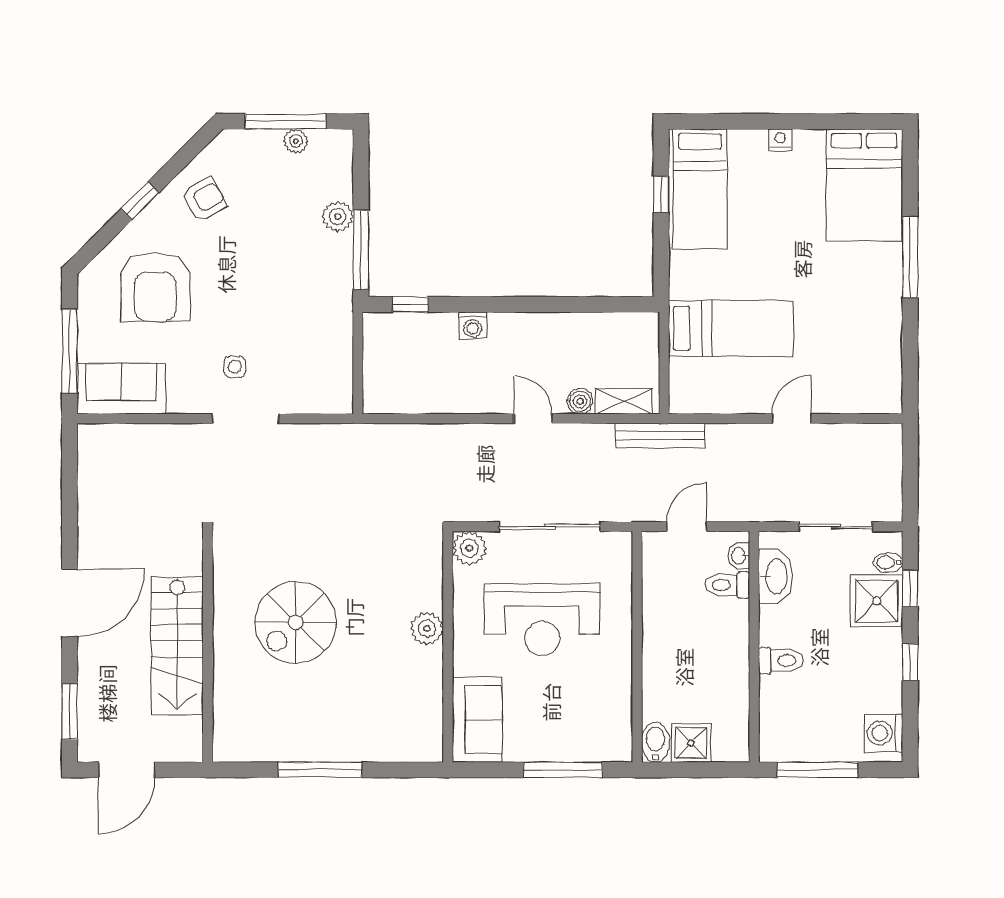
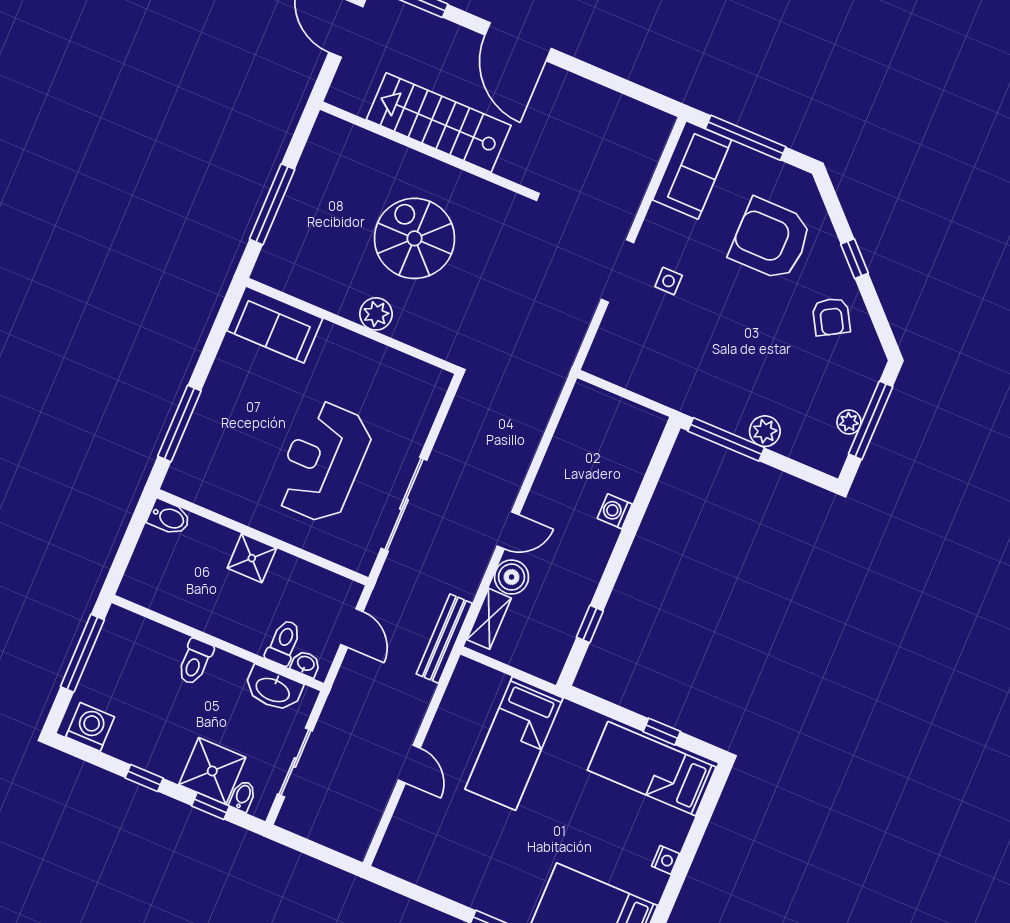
window: (410, 304) -> (590, 624), moved
boiler: (580, 401) -> (512, 577), width x1.36, depth x1.36
plant: (469, 548) -> (415, 424), removed
plant: (427, 629) -> (376, 314), moved
wall: (448, 647) -> (352, 326), moved
sofa: (477, 719) -> (275, 325), moved
shower: (691, 743) -> (252, 558), moved

